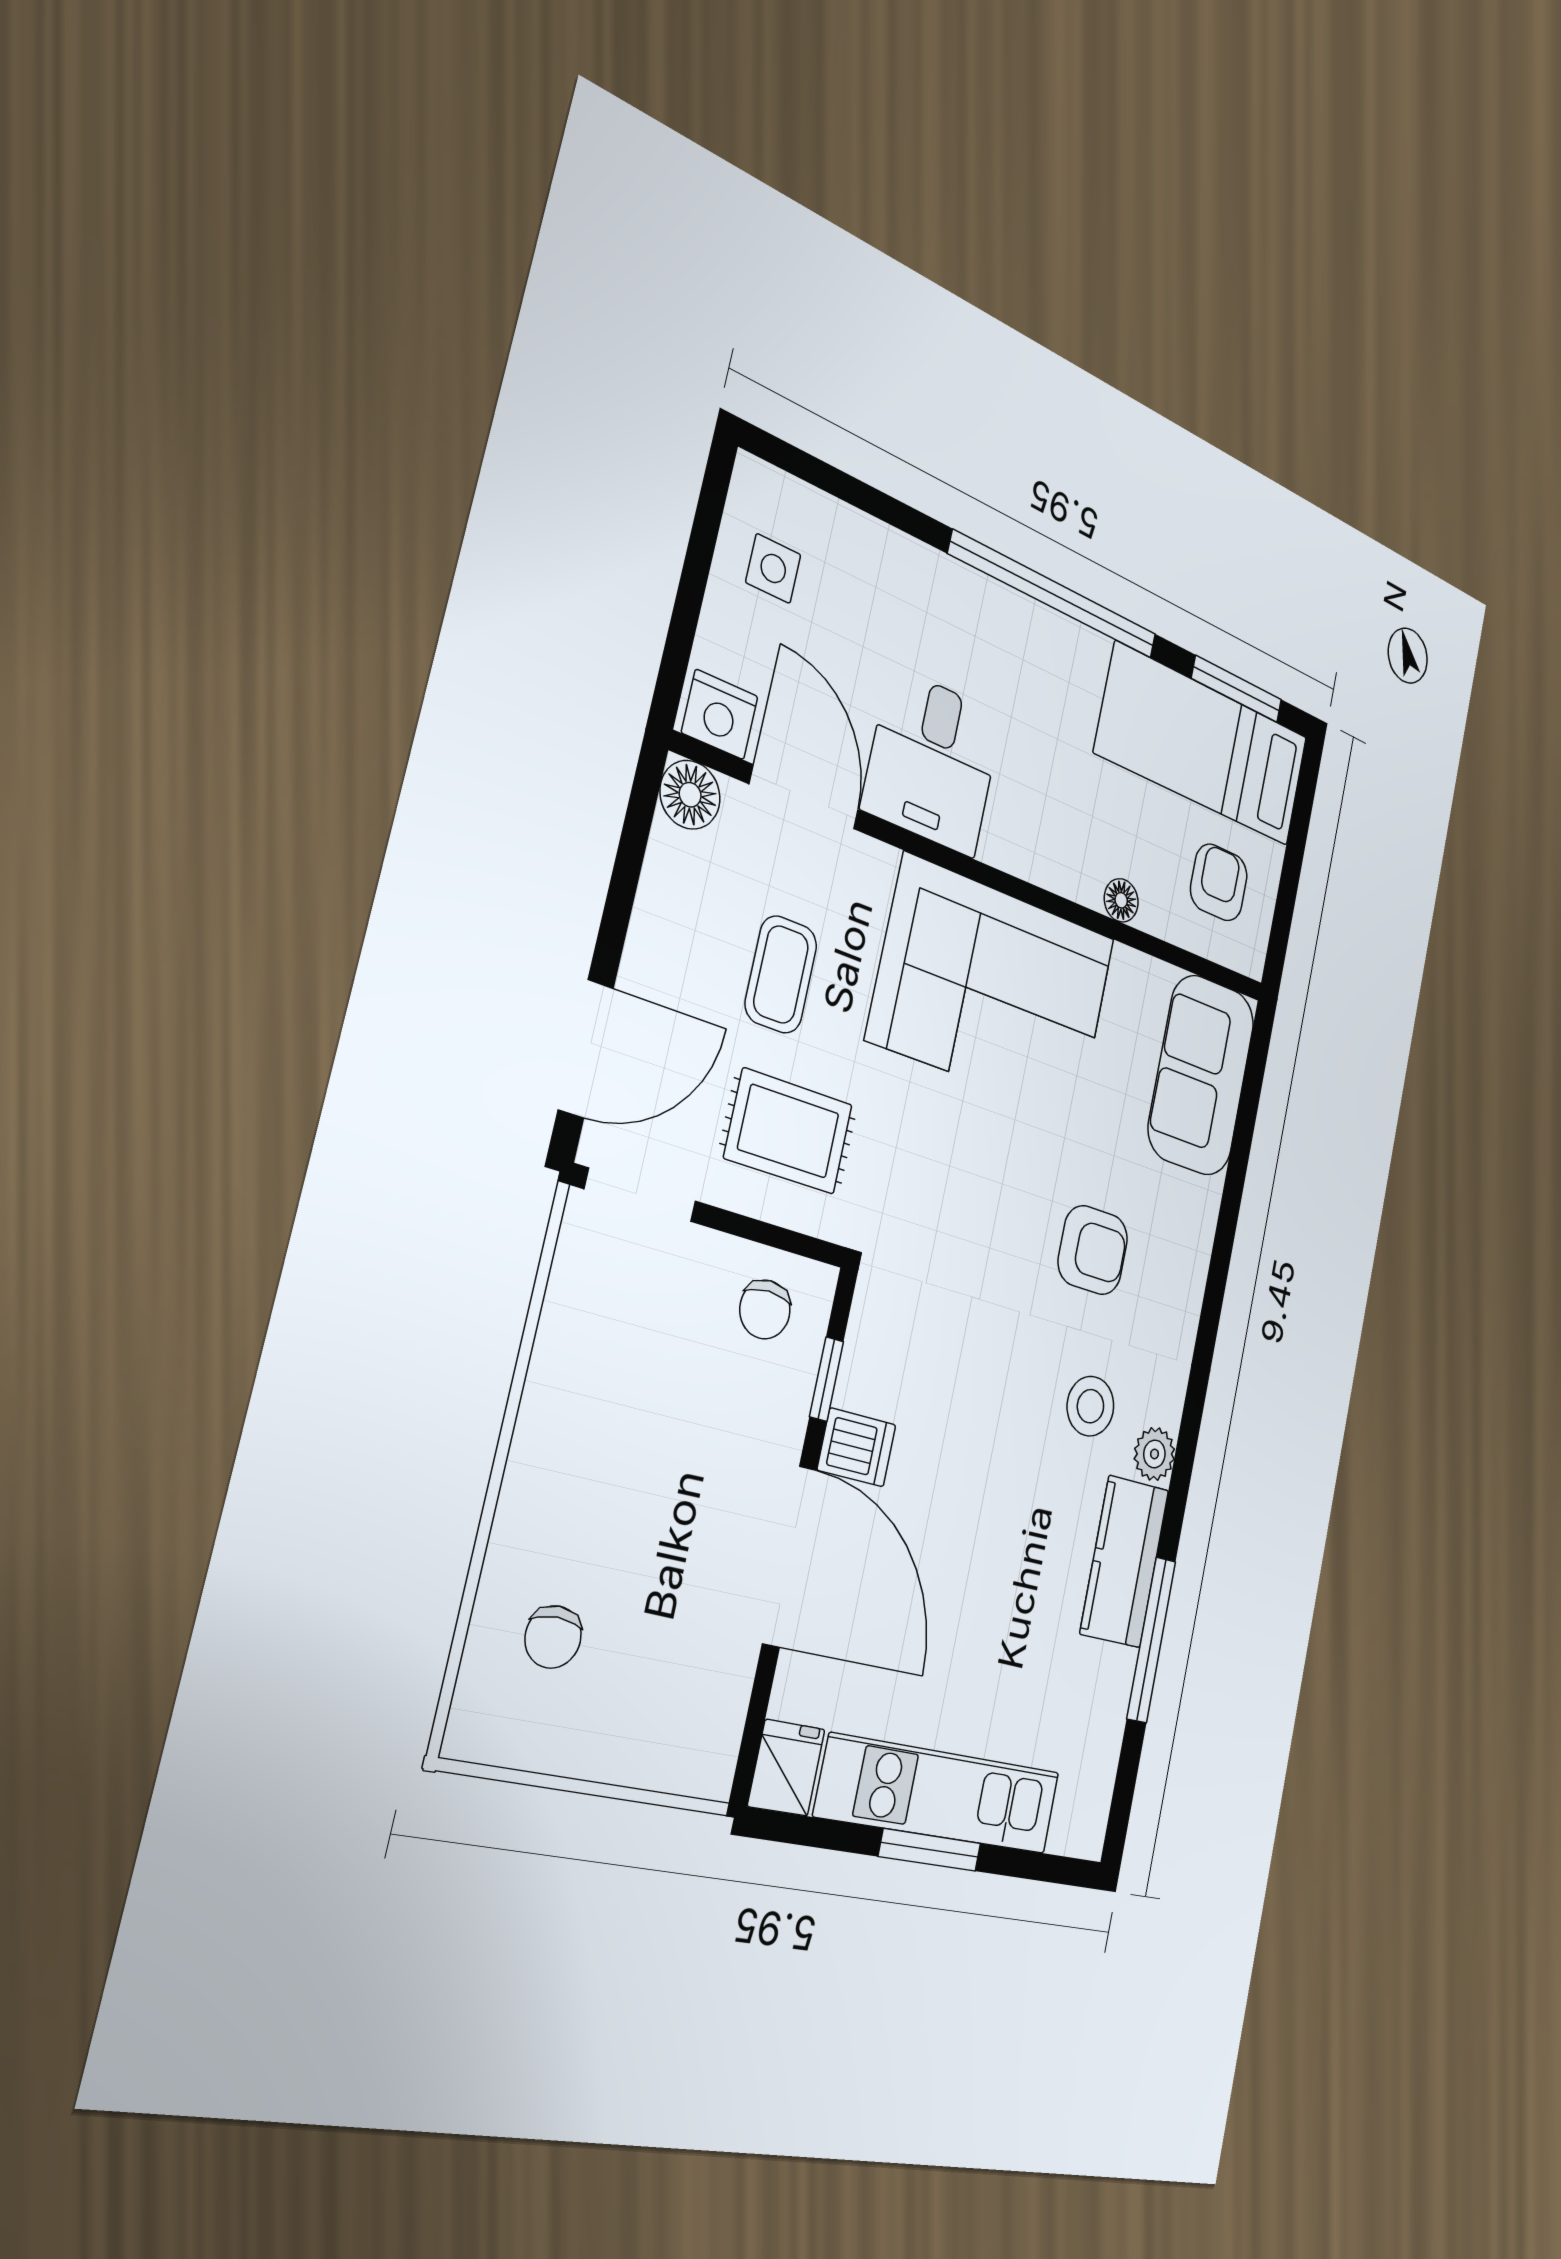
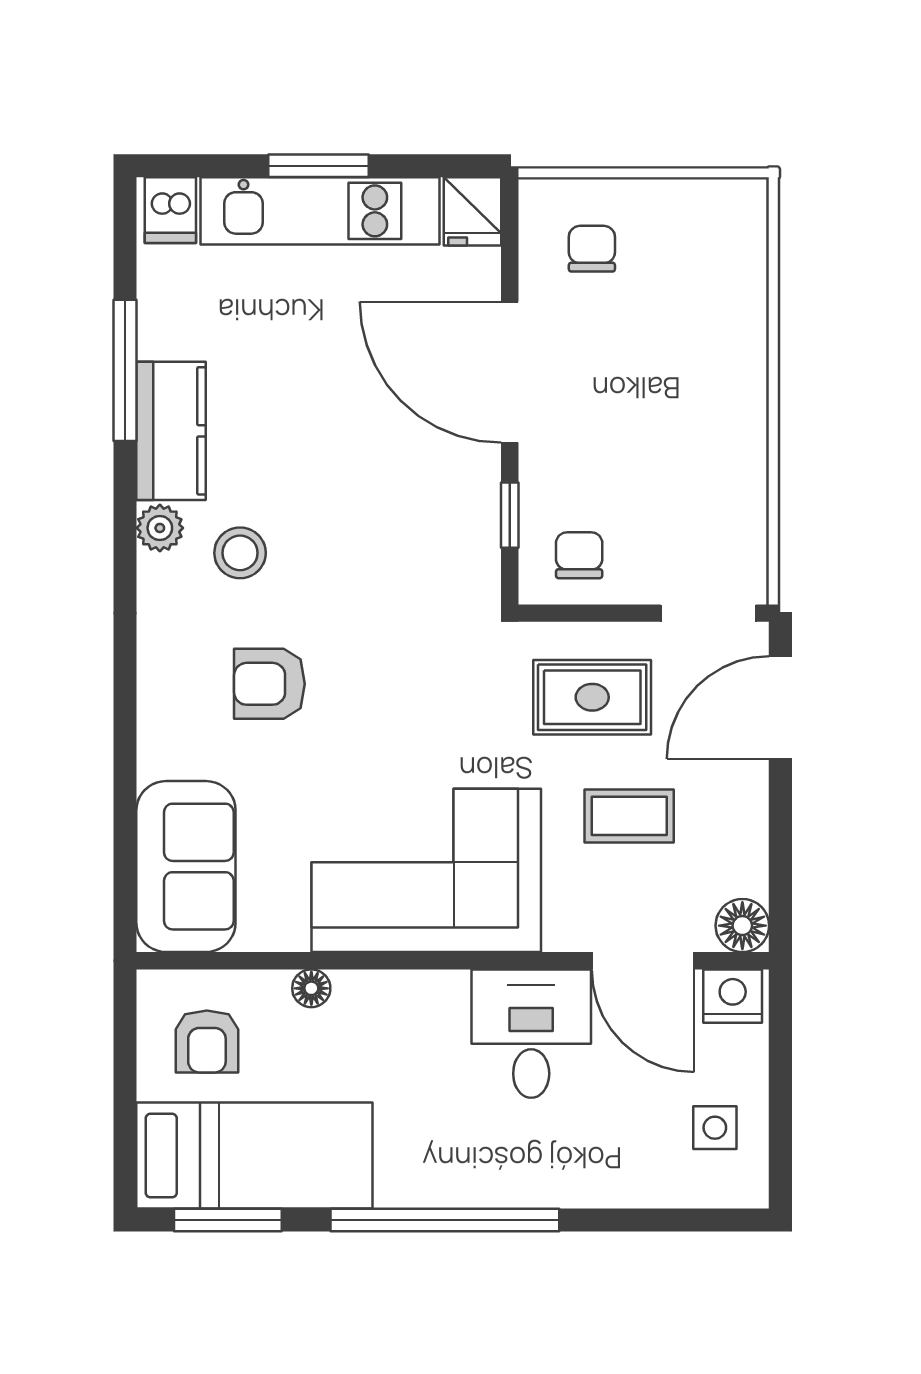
coffee table: (781, 974) -> (629, 816), turned 90
dishwasher: (857, 1447) -> (170, 210), moved, turned -90
chair: (553, 1637) -> (592, 249), moved

